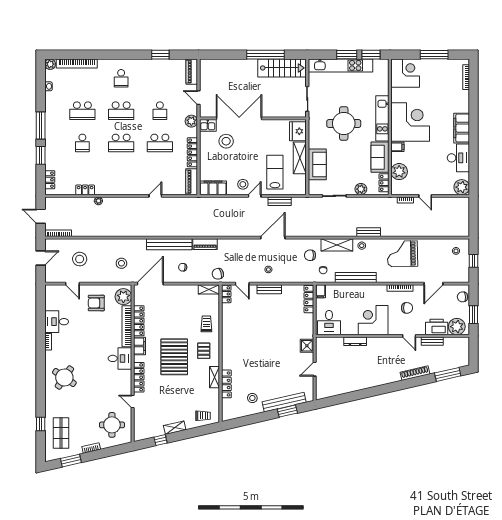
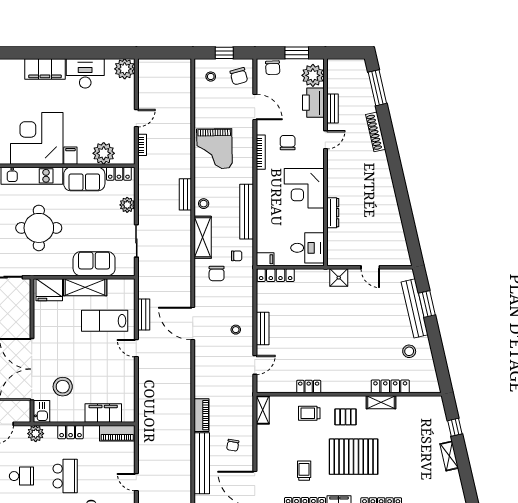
locker: (192, 152) -> (71, 432), width x0.66
stool: (243, 184) -> (121, 364), removed
filing cabinet: (213, 188) -> (103, 413), moved, turned 90
chair: (218, 274) -> (239, 76), moved
locker: (226, 294) -> (309, 387), moved
trolley: (203, 416) -> (304, 471), moved
window: (161, 440) -> (455, 427), moved

